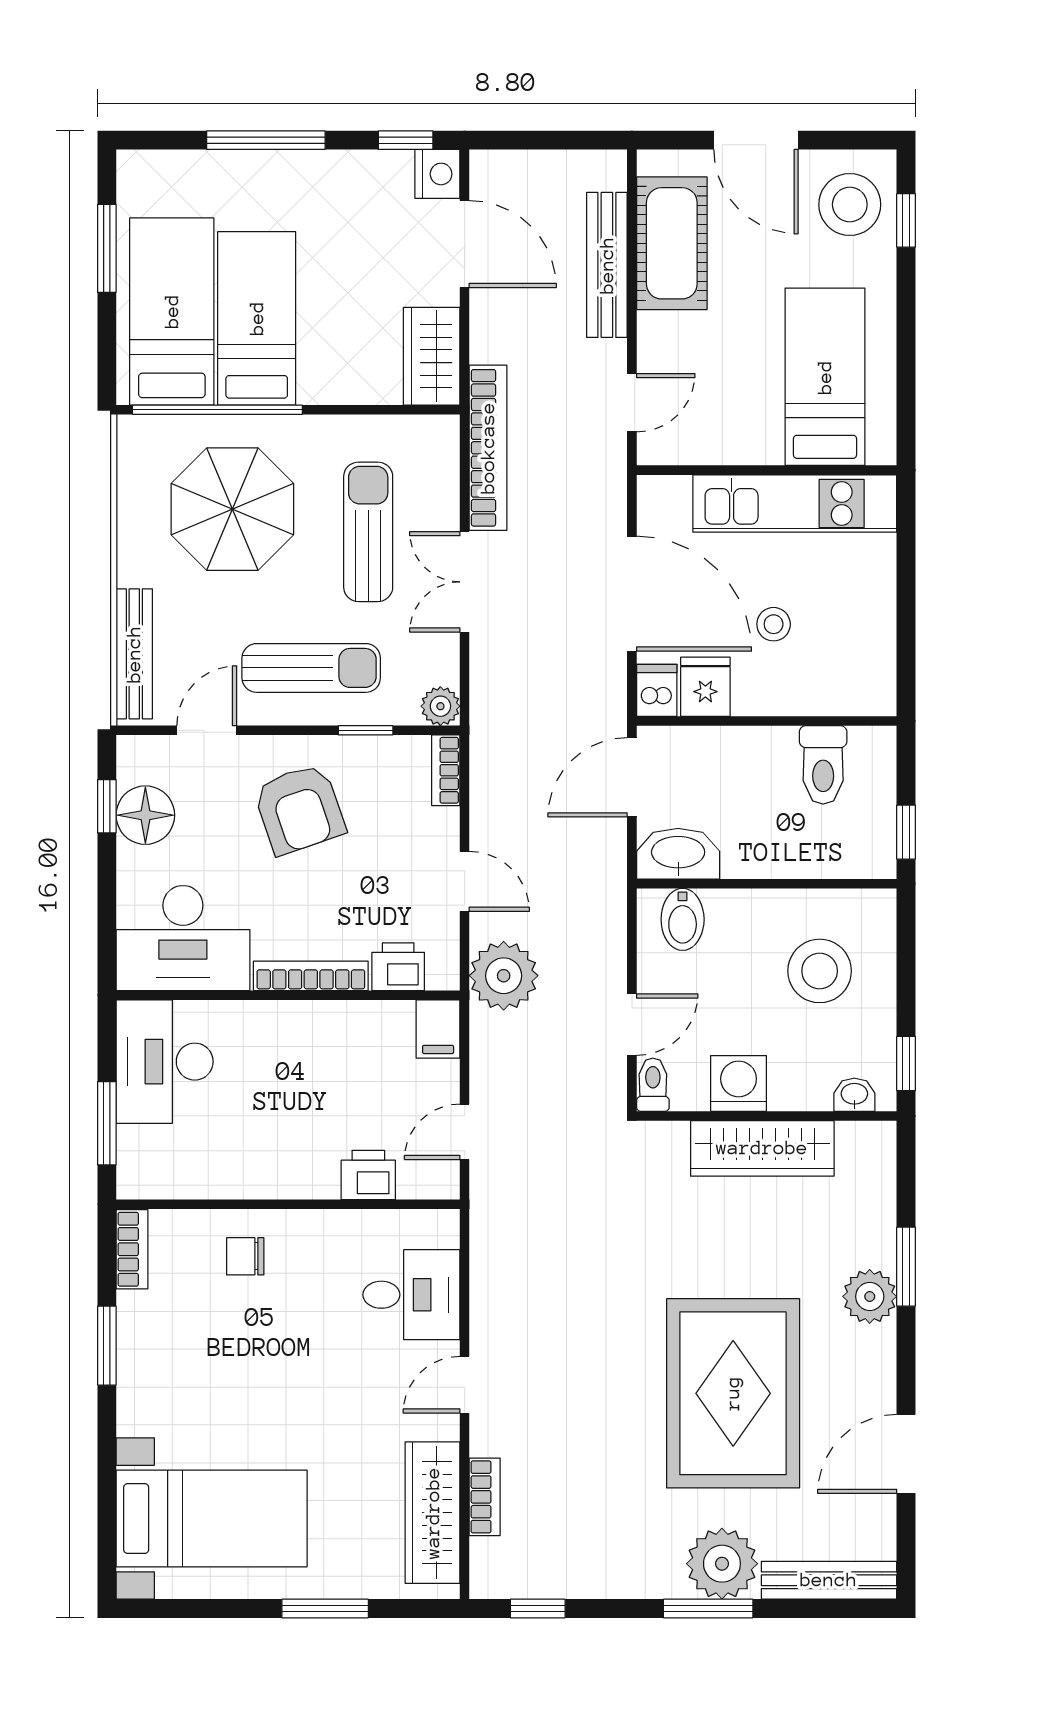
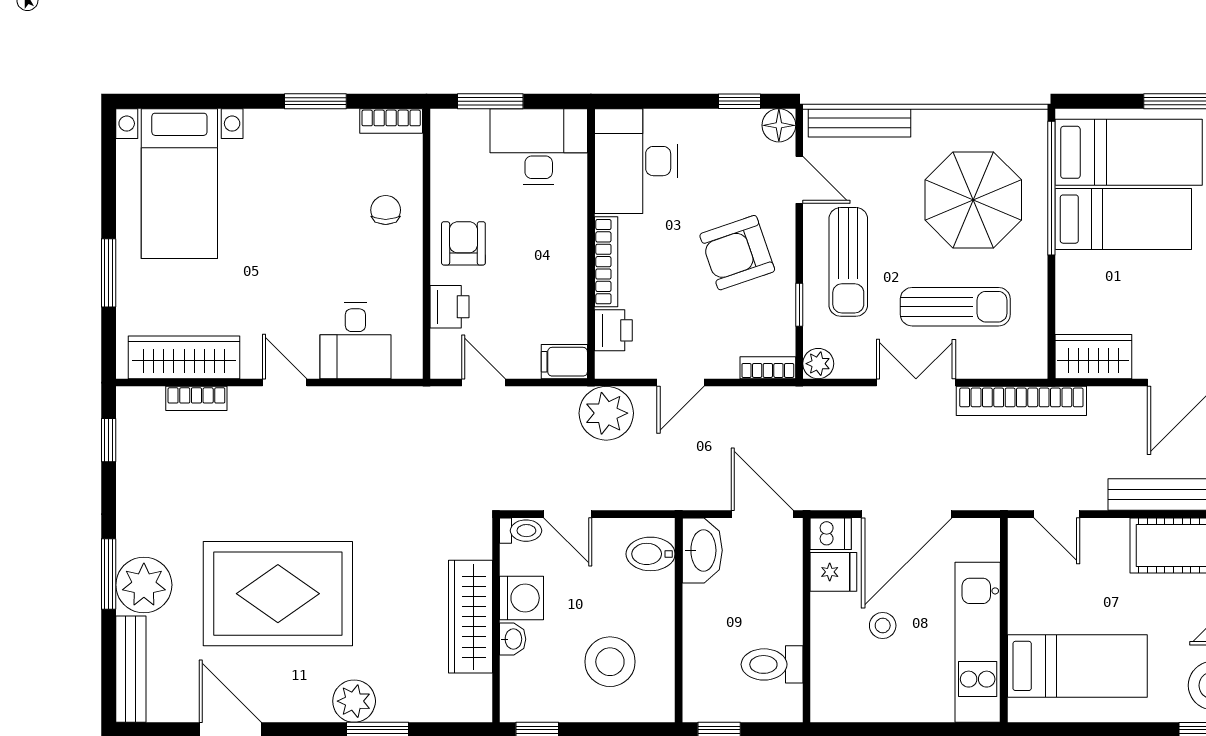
floor lamp: (145, 815) -> (779, 125), moved, width x0.73, depth x0.73
washbasin: (854, 1095) -> (513, 639), moved
armchair: (288, 1157) -> (463, 243), added

